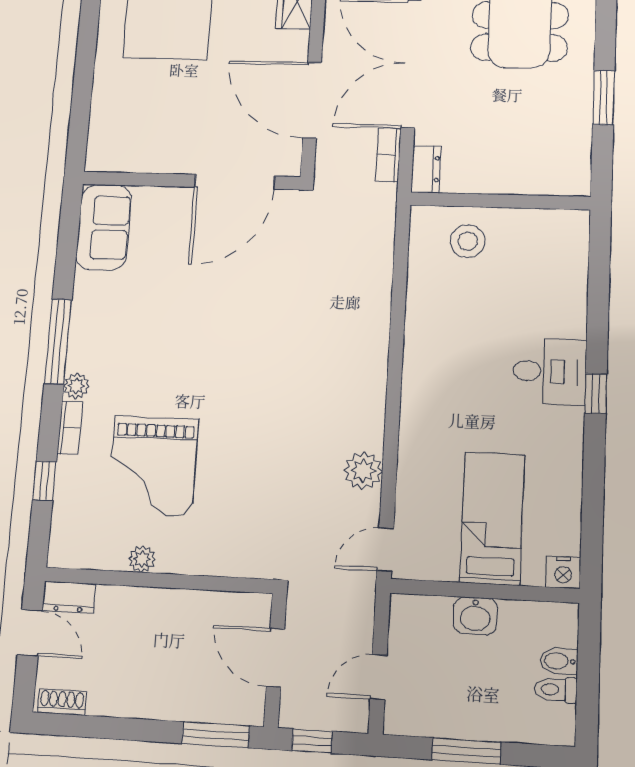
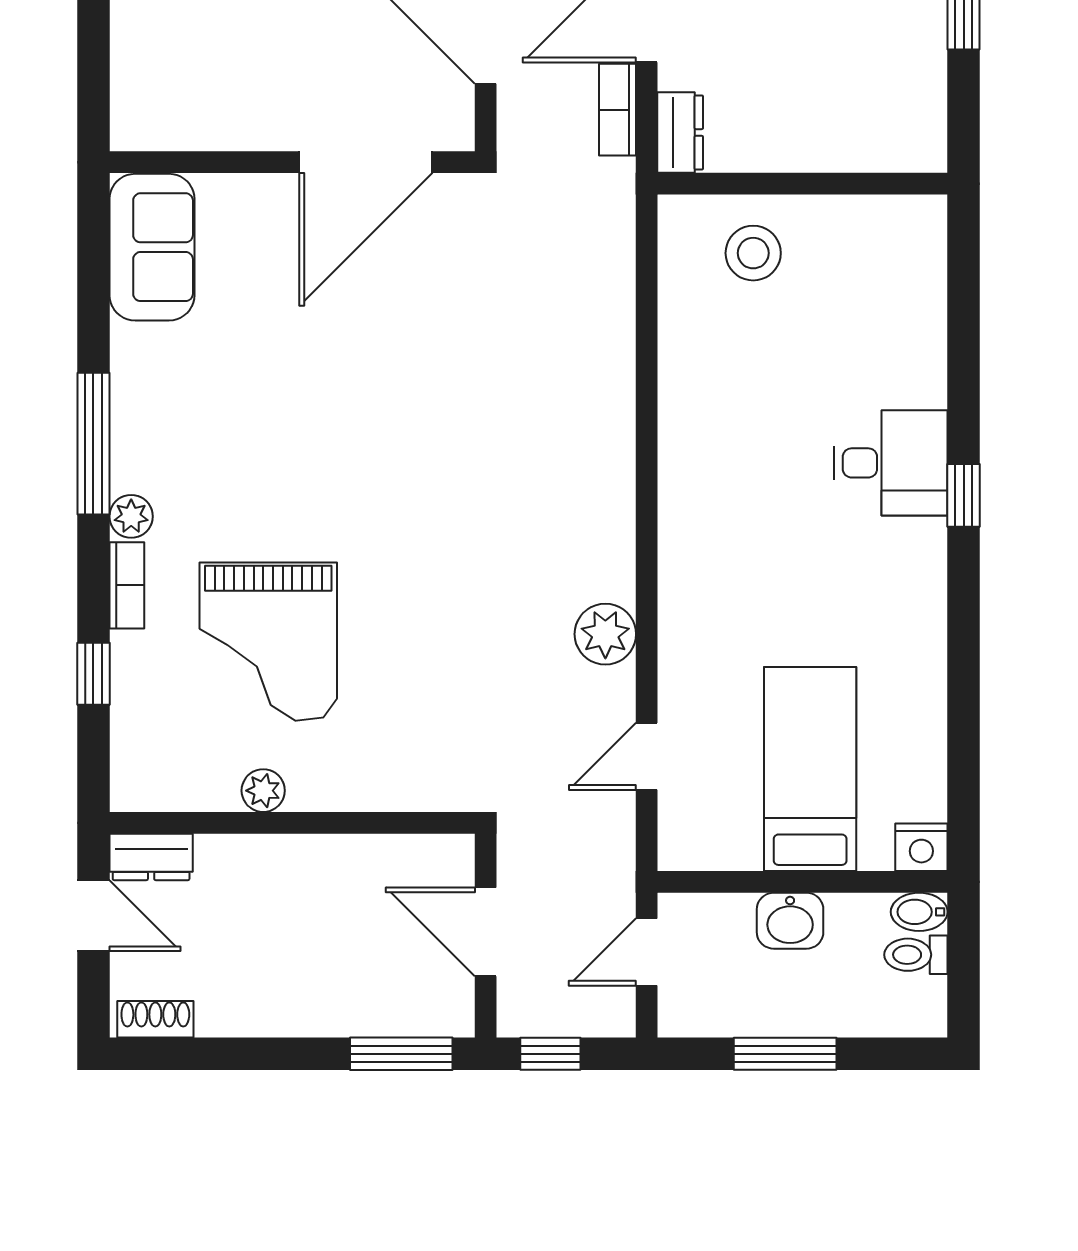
bed: (492, 518) -> (810, 769), moved
nightstand: (563, 572) -> (921, 847), moved
wall: (484, 591) -> (802, 882), moved
washbasin: (475, 616) -> (790, 921), moved

